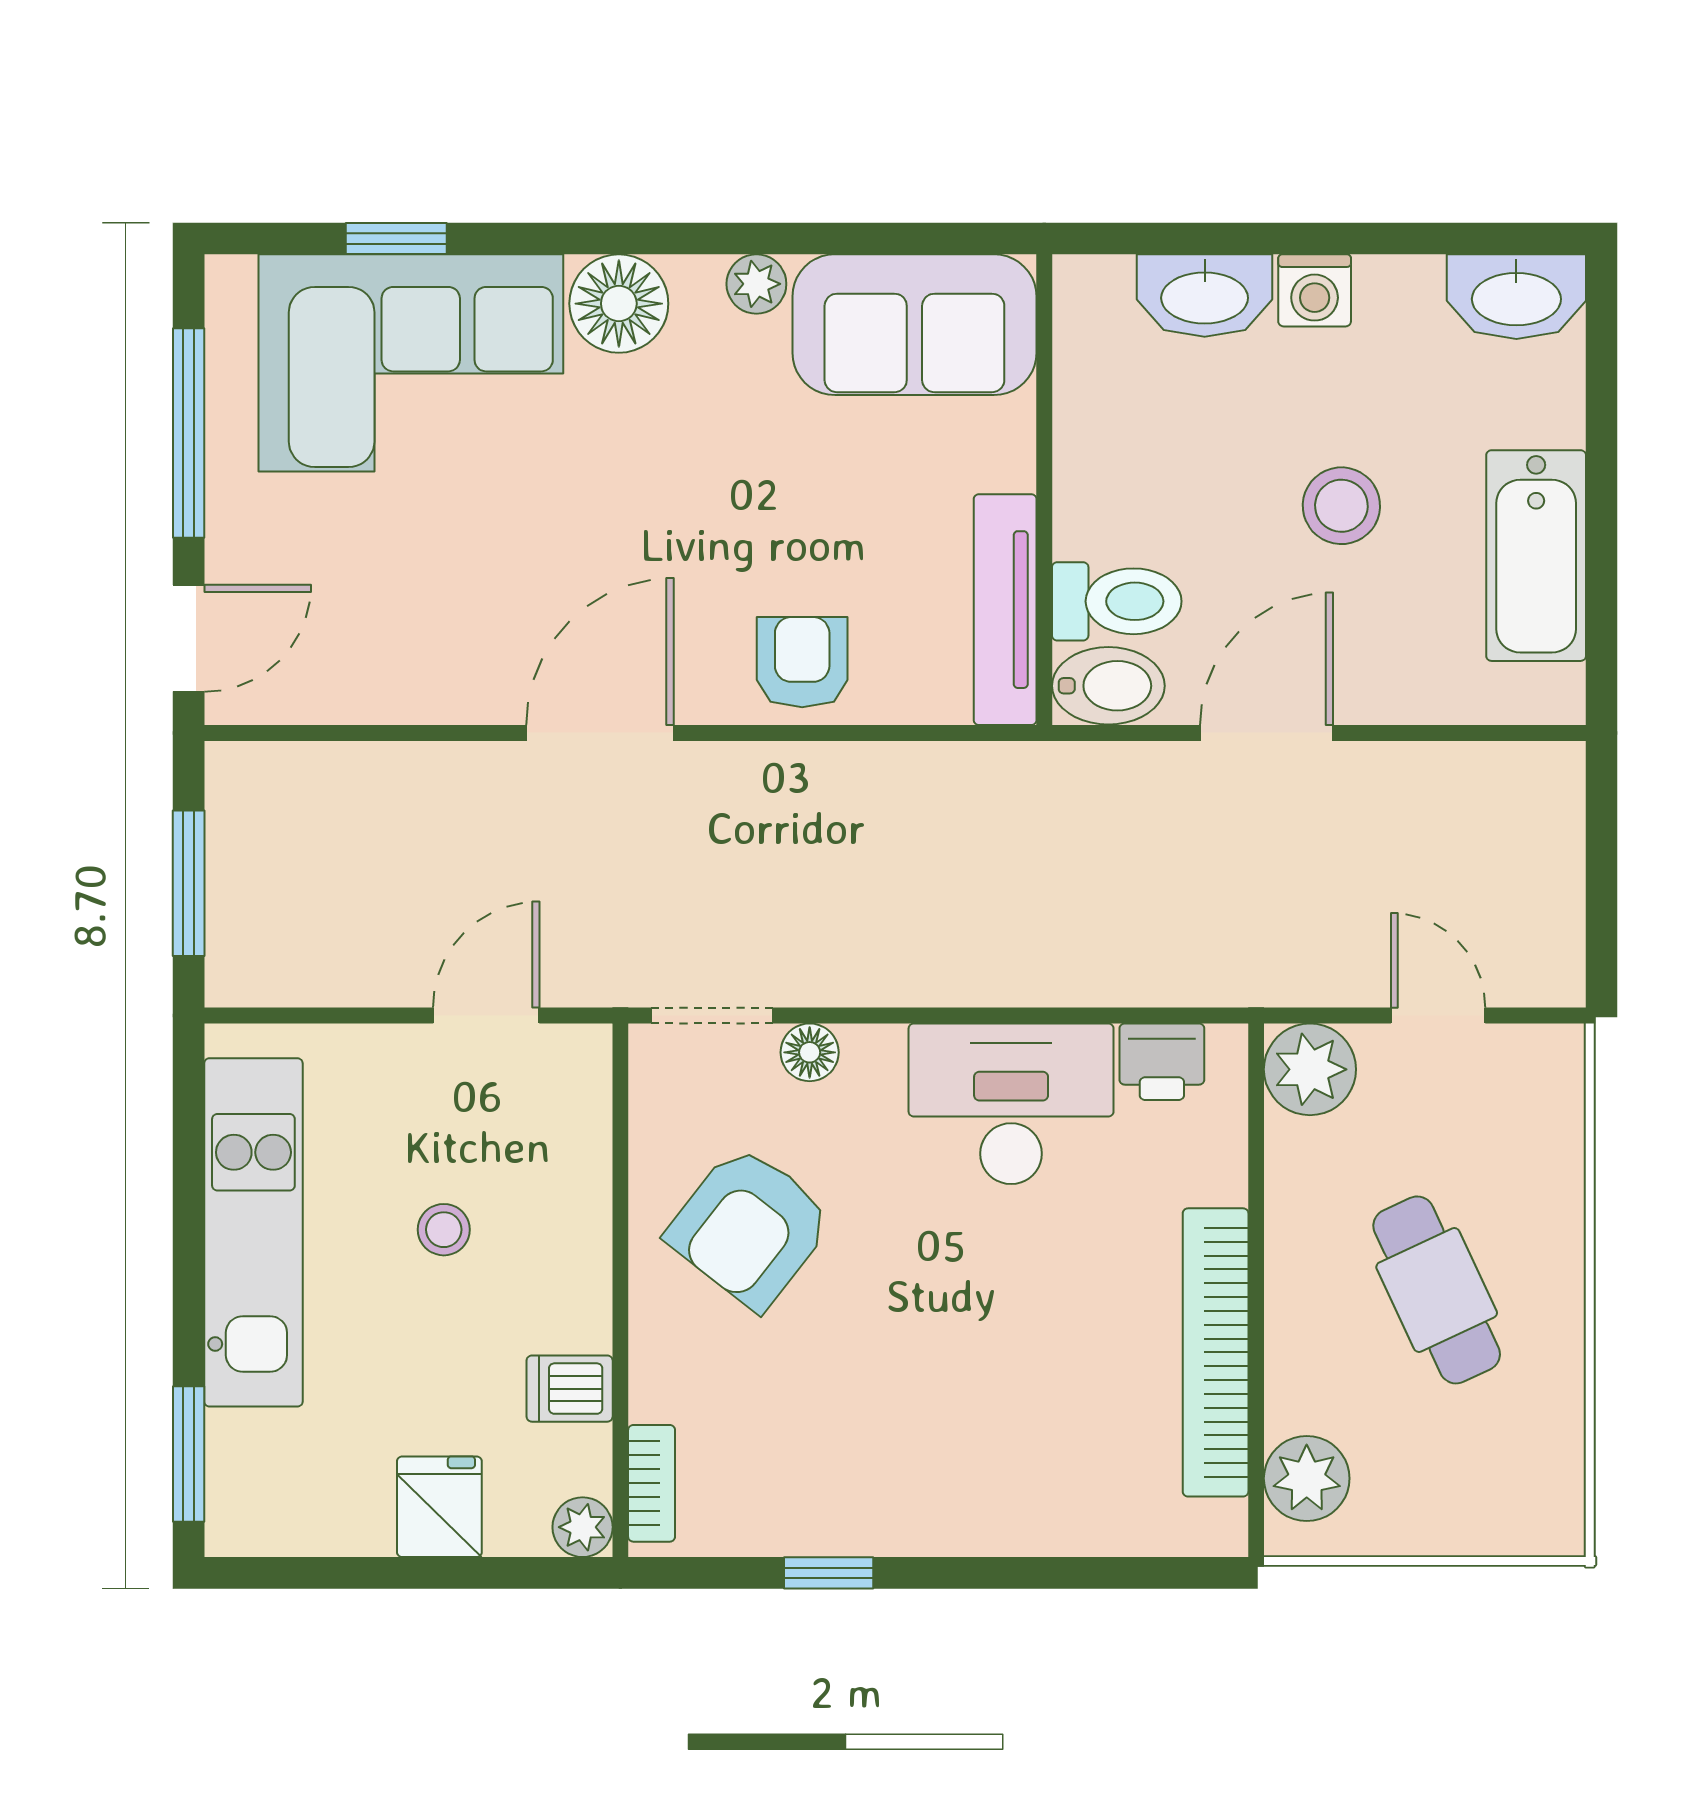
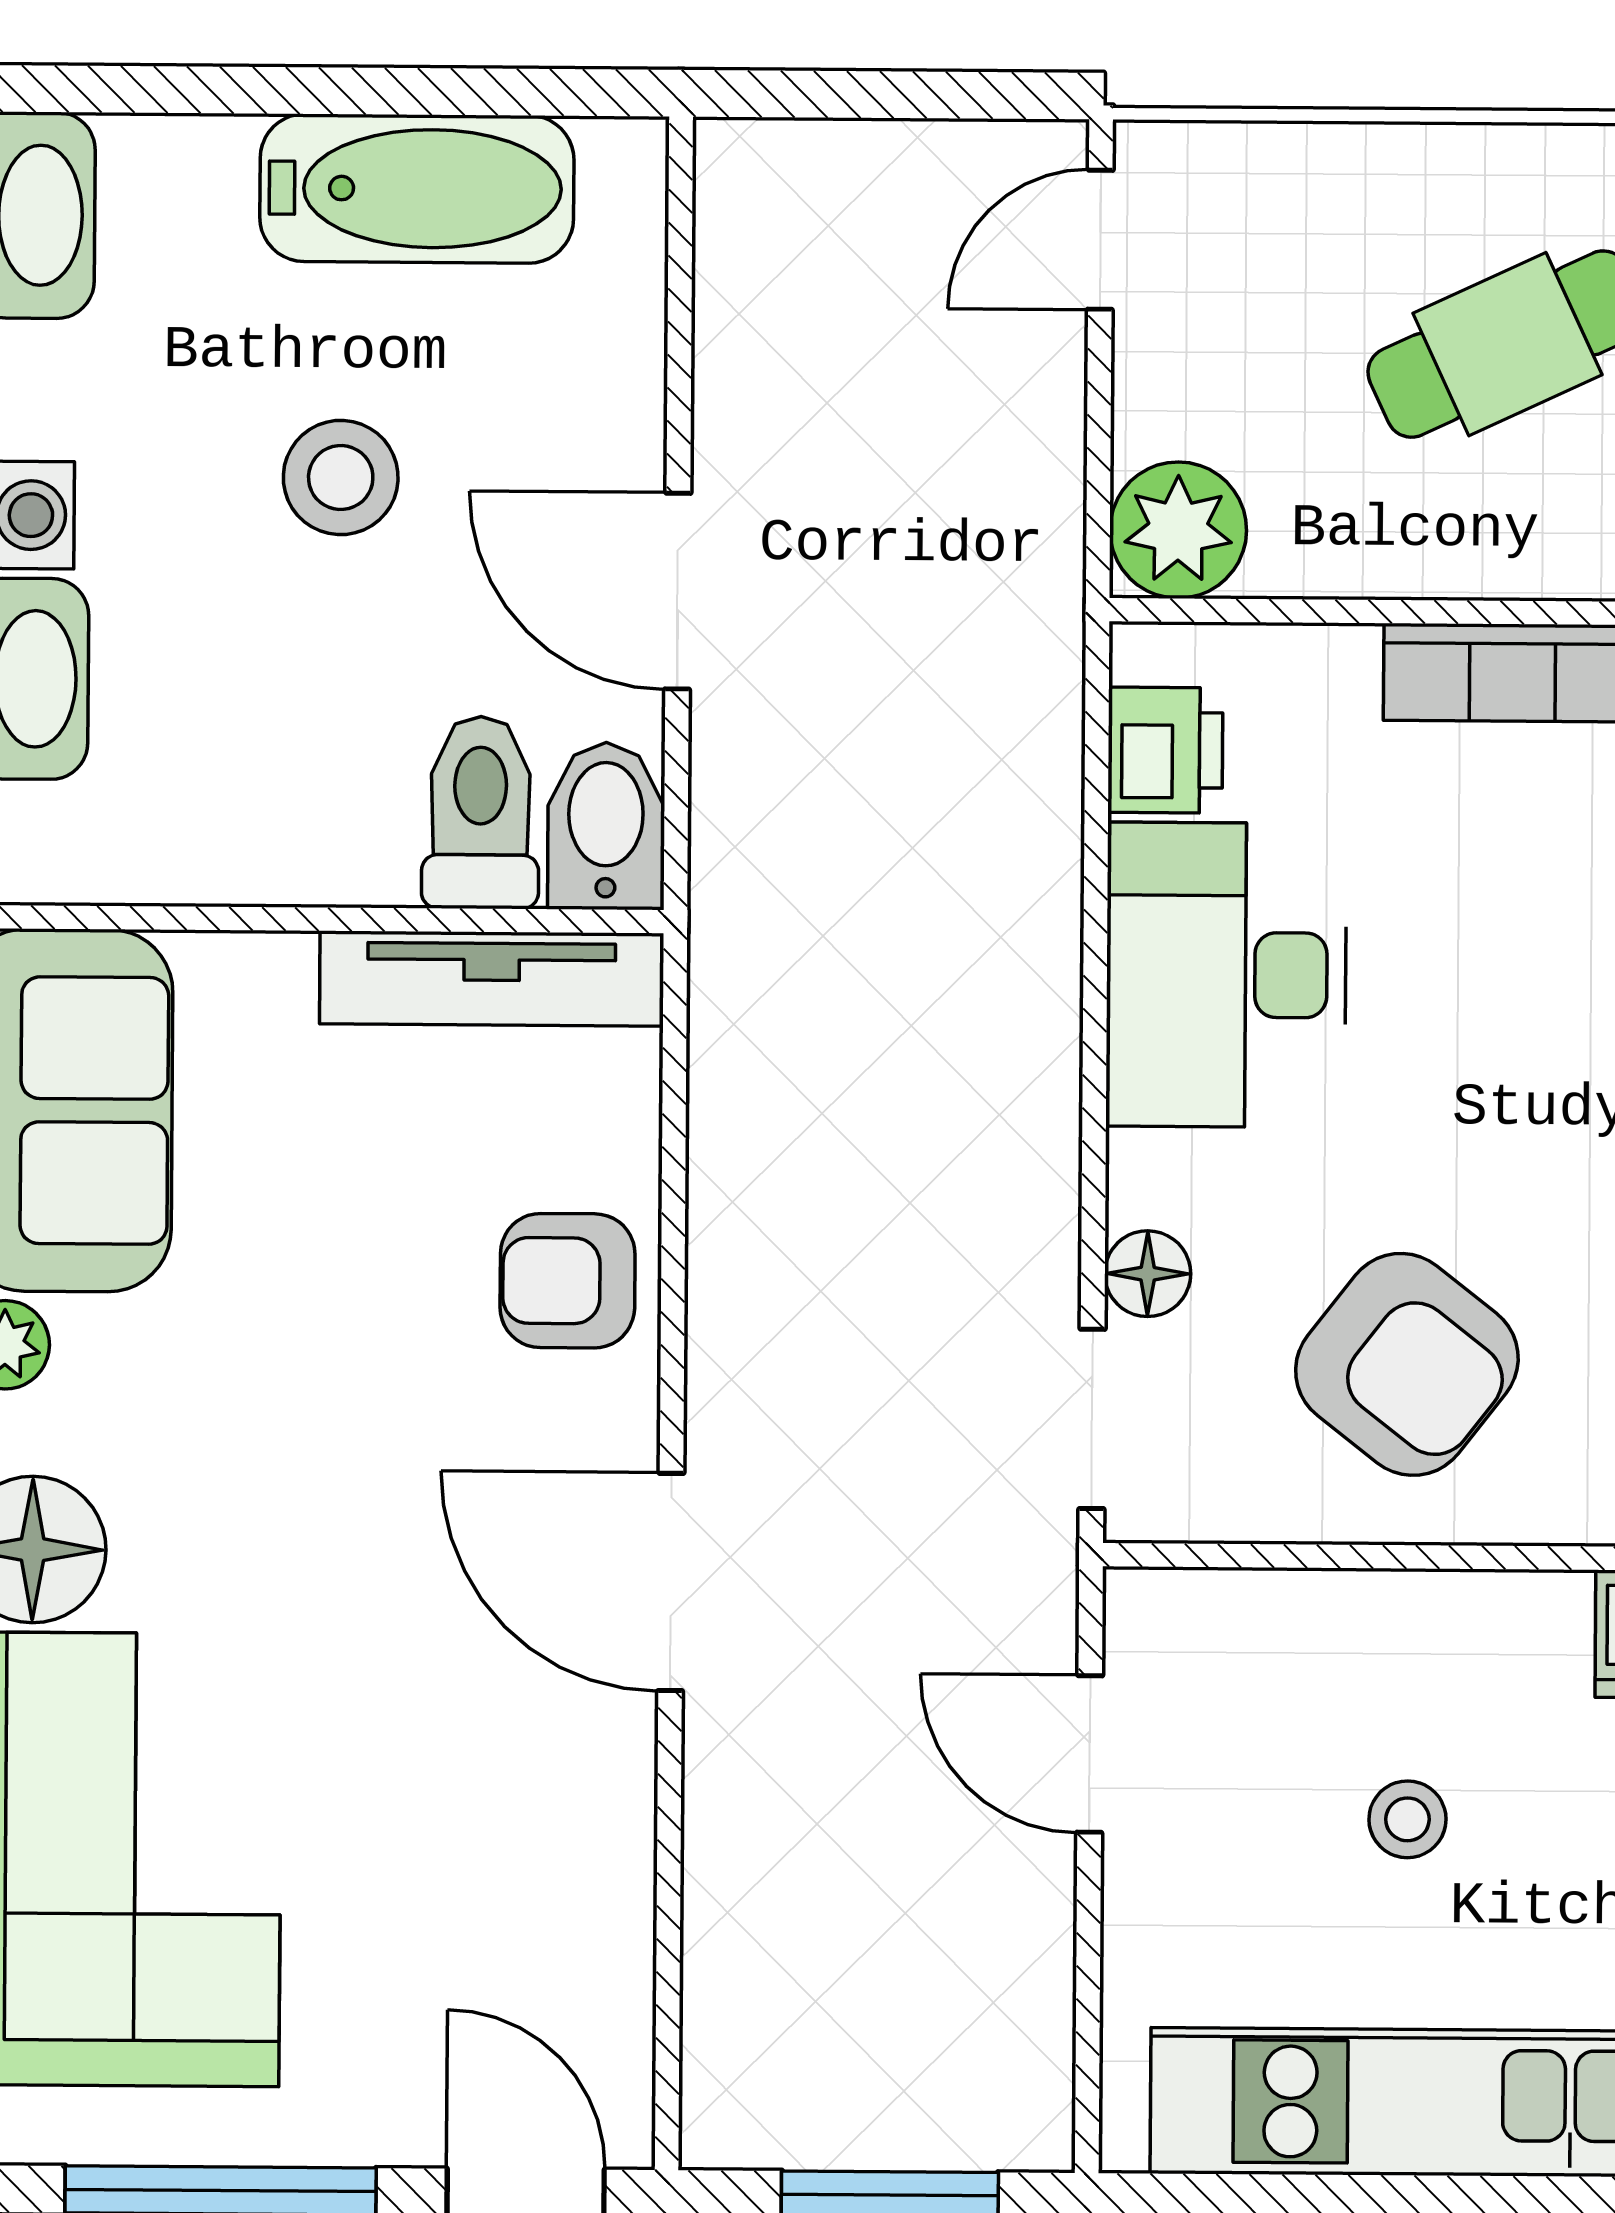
door: (1438, 1016) -> (1100, 240), moved

